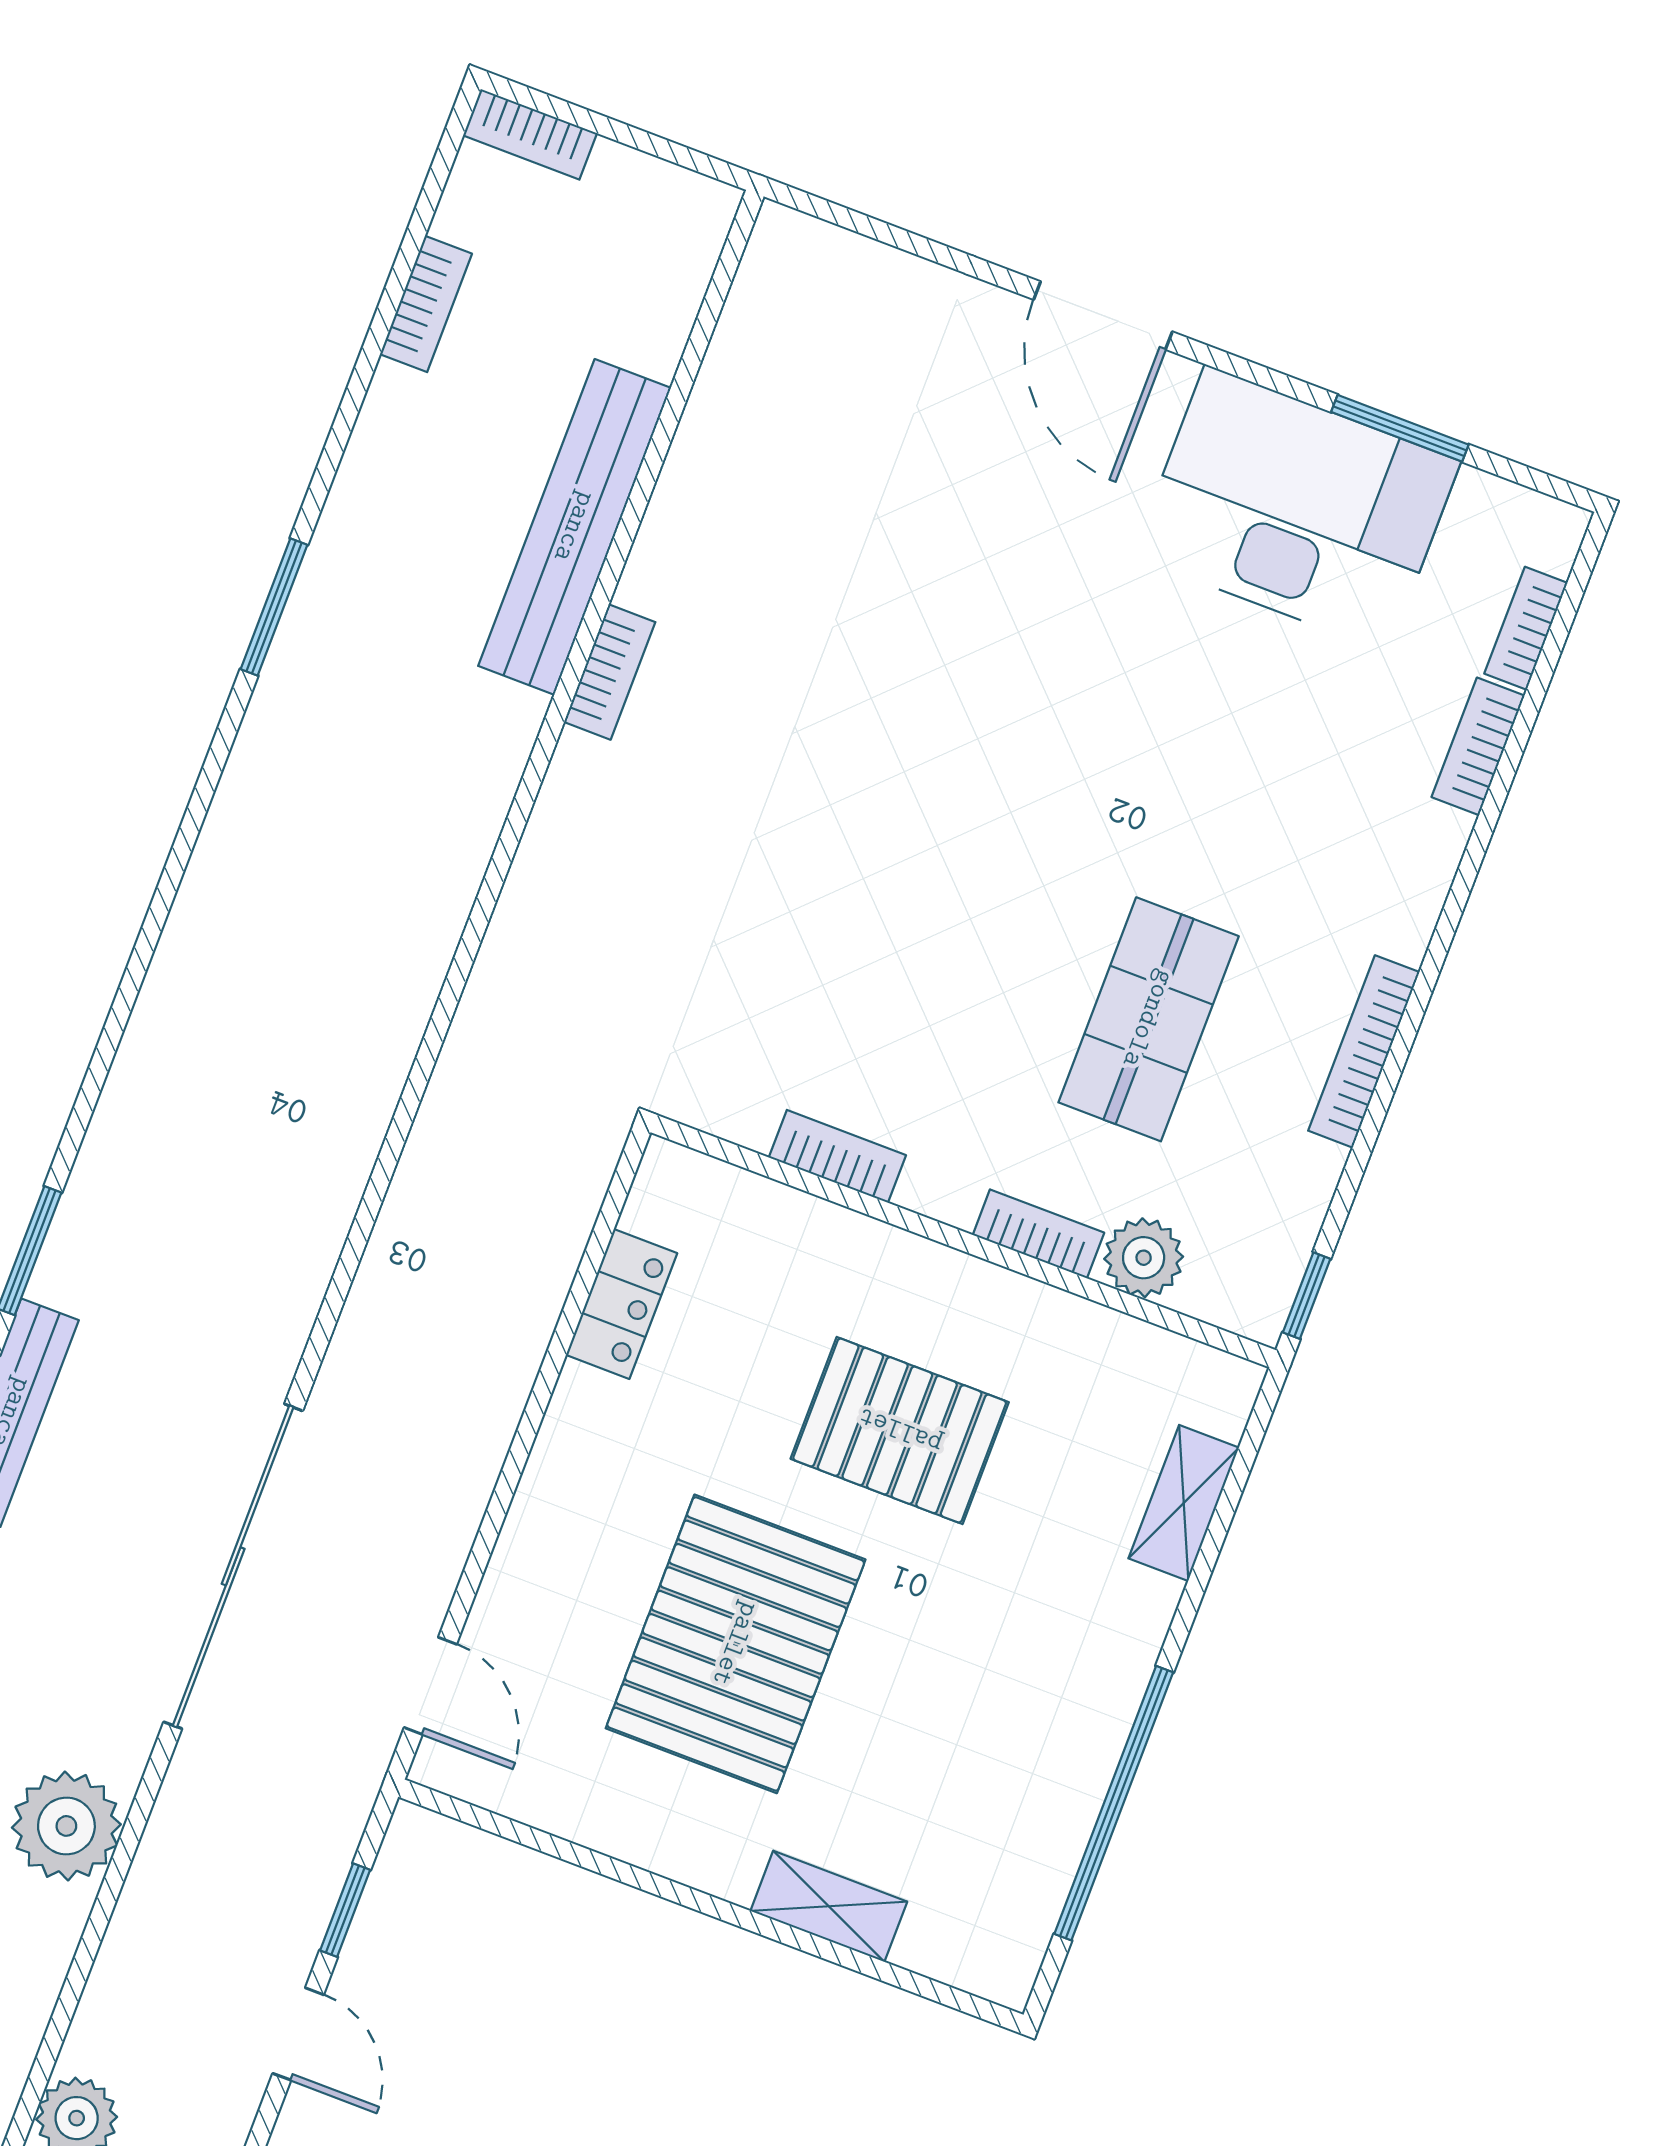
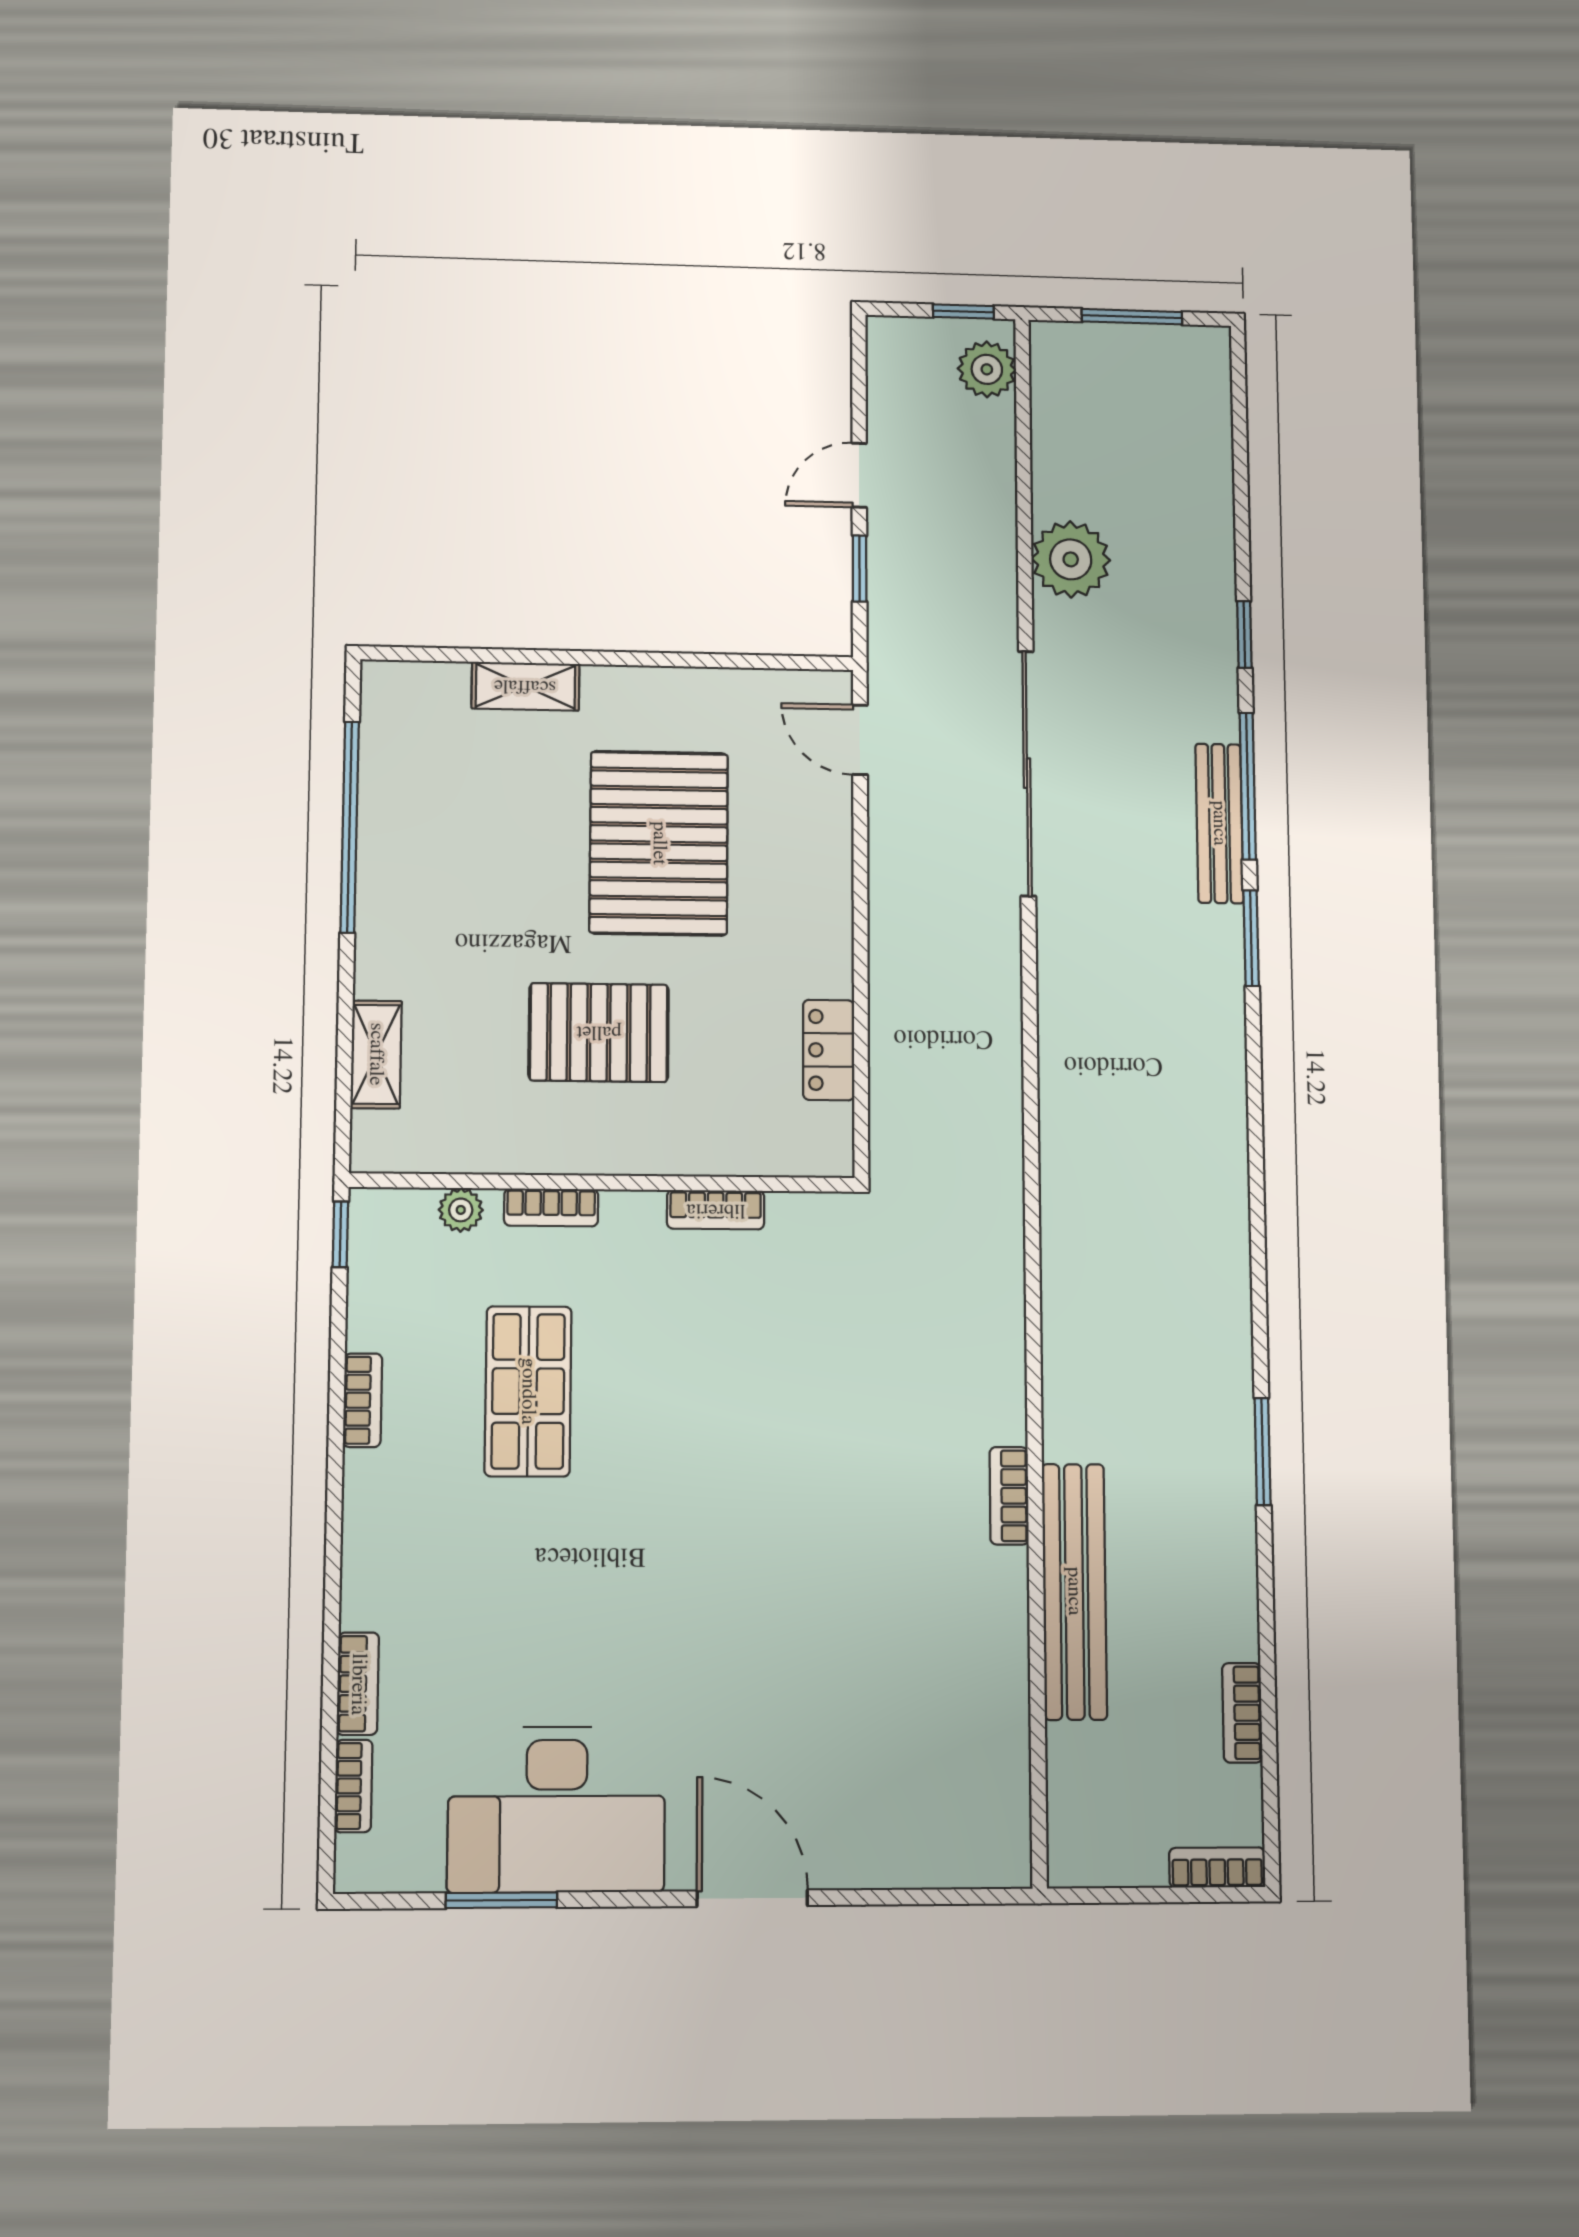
bookcase: (1364, 1051) -> (363, 1400), width x0.64
plant: (1144, 1258) -> (461, 1210), width x0.73, depth x0.73
door: (298, 2034) -> (859, 475), hinge flipped

